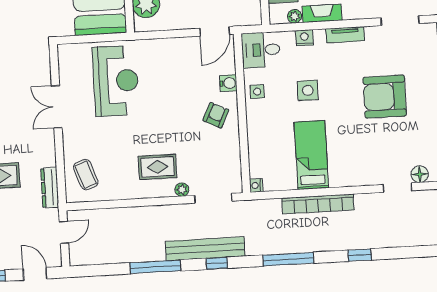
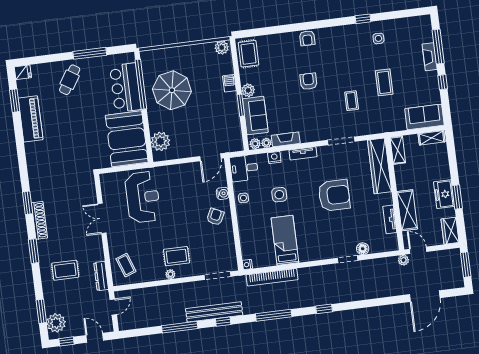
plant: (279, 16) -> (255, 144), added
armchair: (385, 97) -> (334, 195), turned 180
plant: (182, 190) -> (170, 274), moved
bookcase: (318, 204) -> (272, 277), moved

